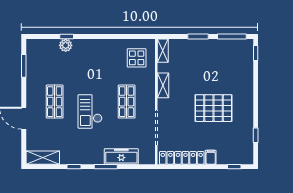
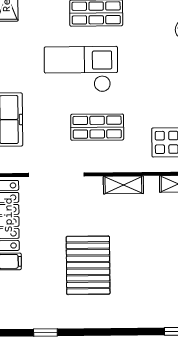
checkout: (90, 111) -> (81, 69), width x1.36, depth x1.21

